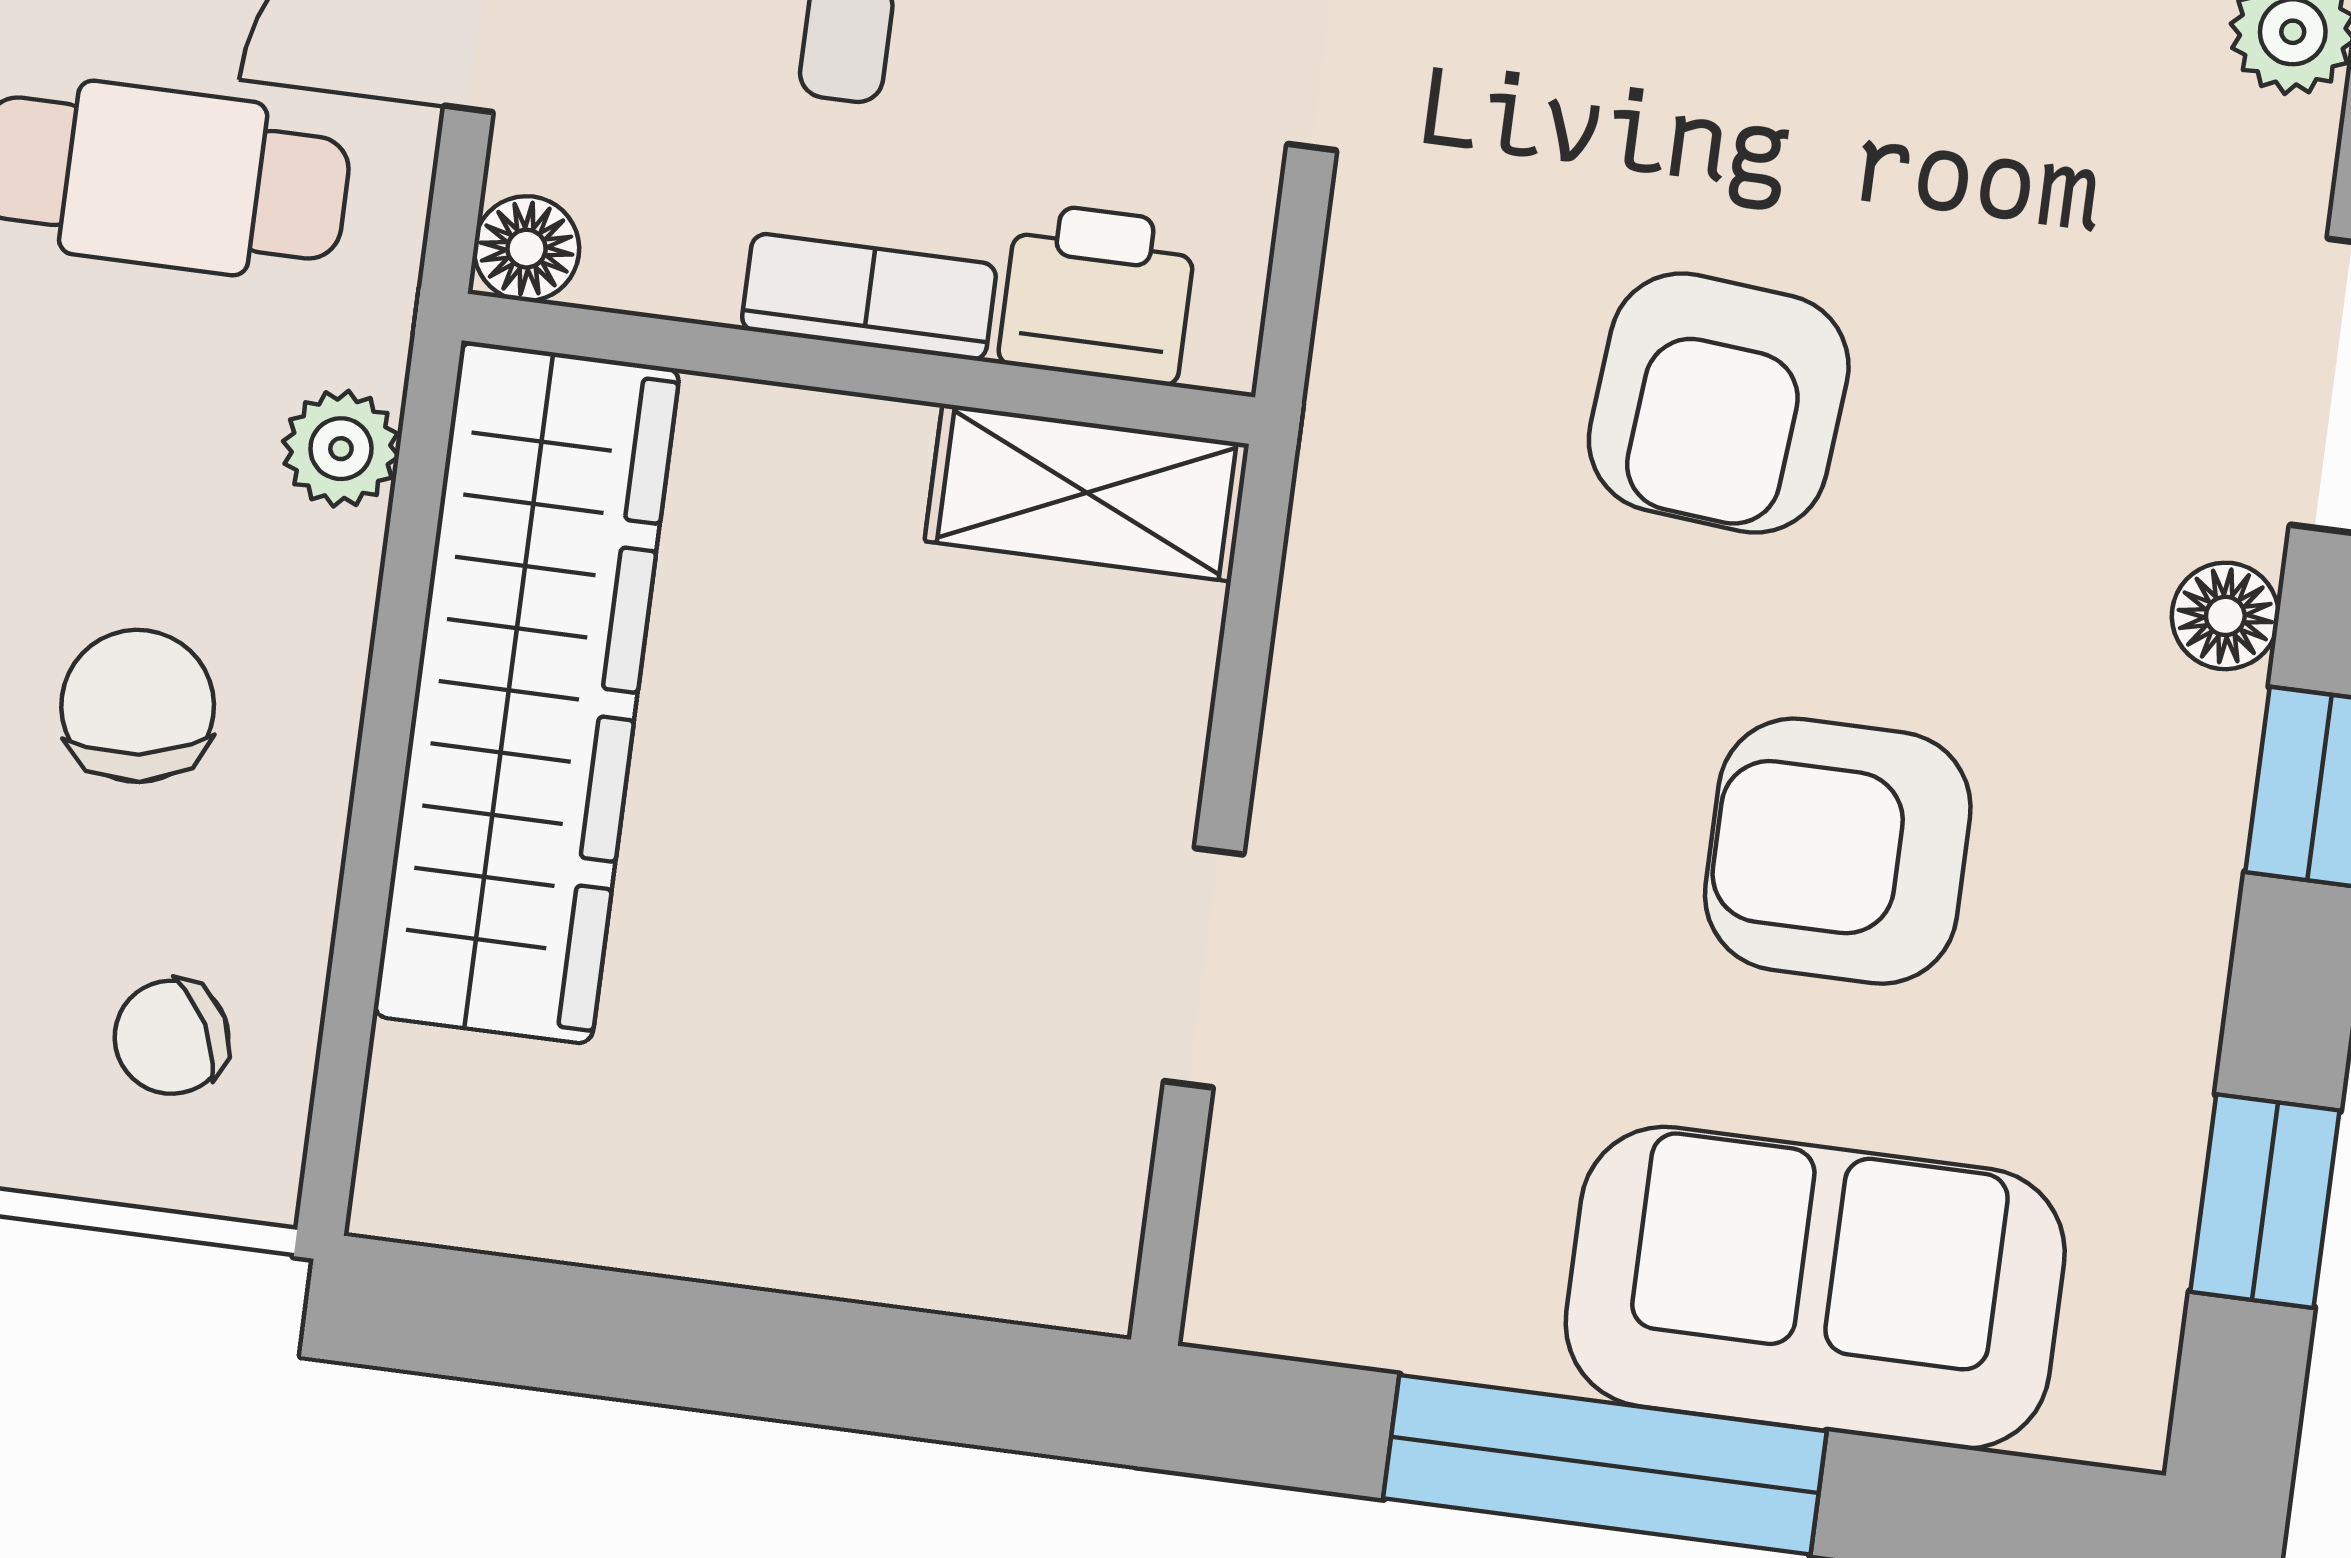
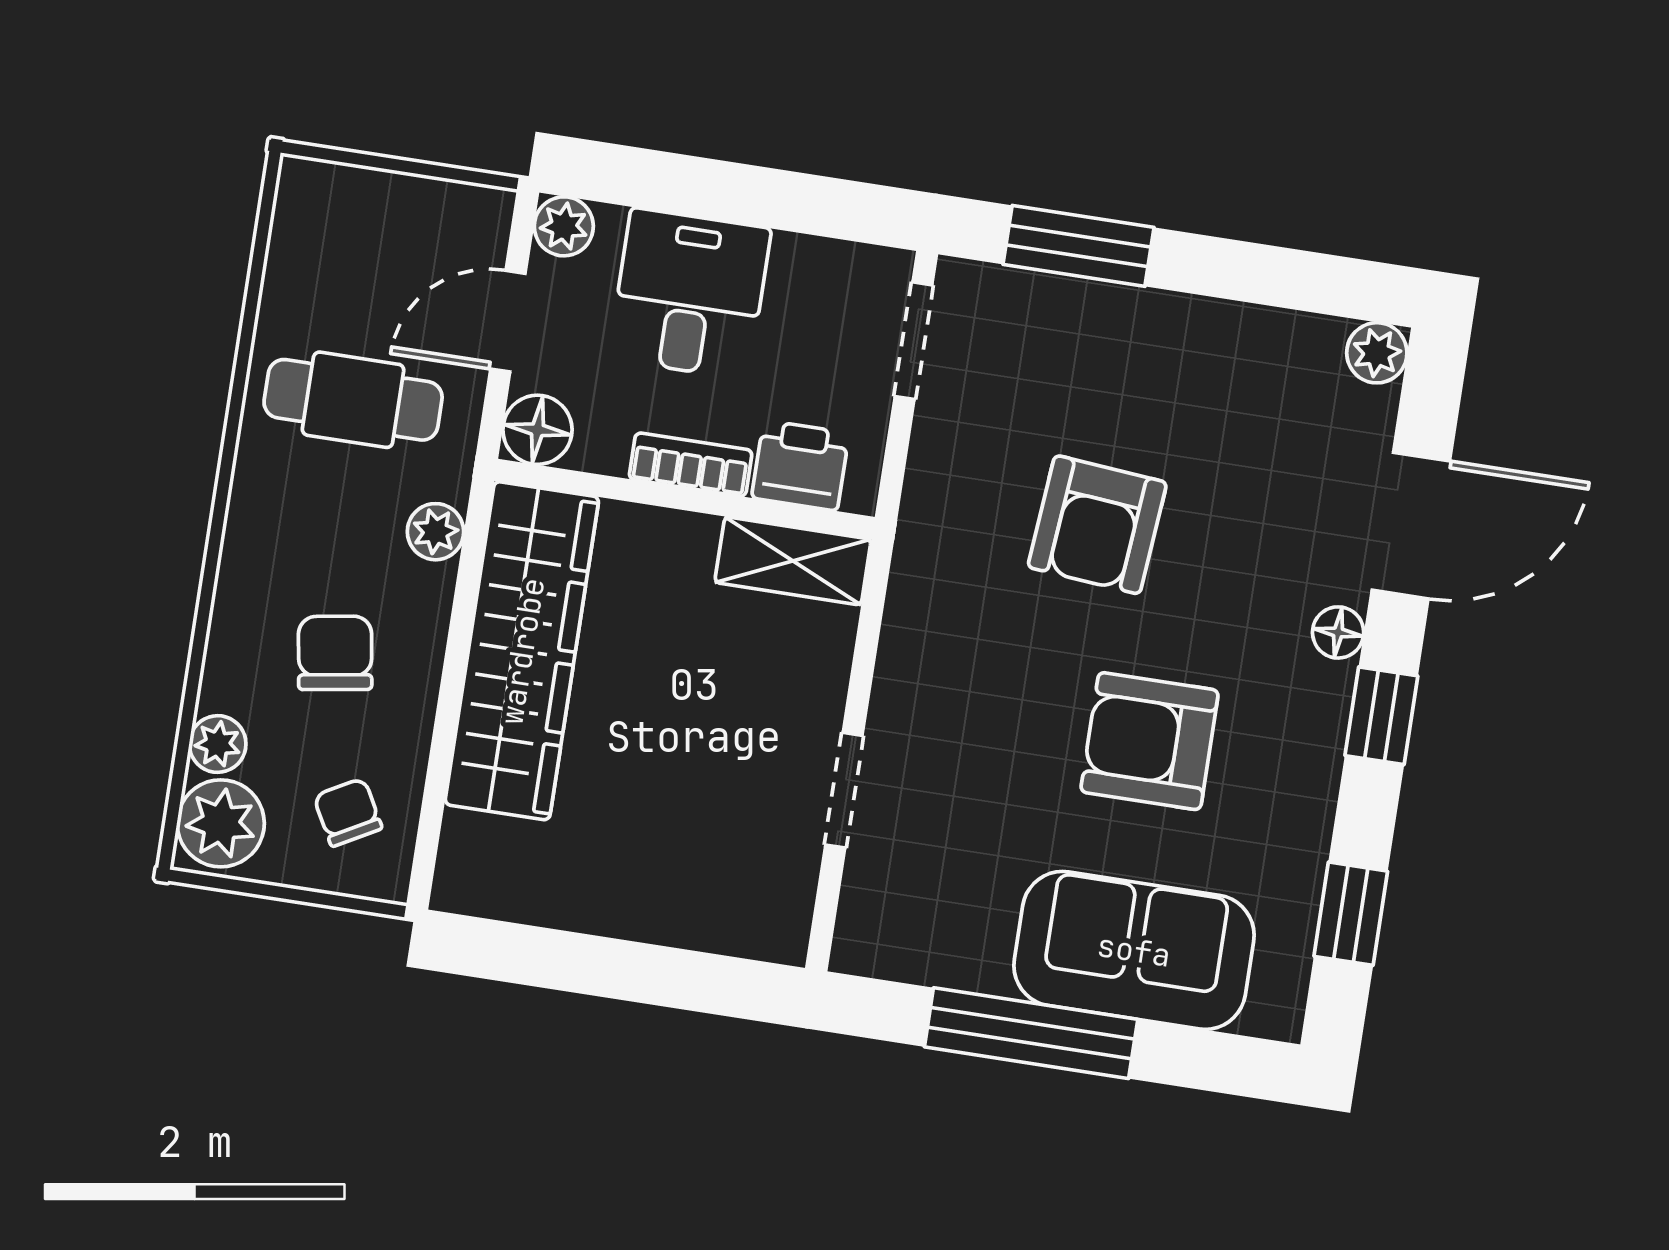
floor lamp: (527, 249) -> (537, 430), width x1.37, depth x1.37
chair: (171, 1037) -> (348, 812), turned 89

